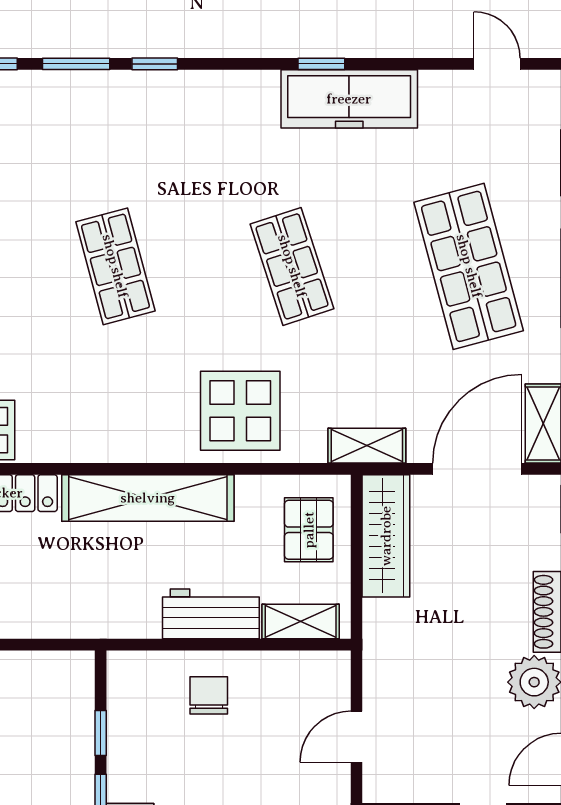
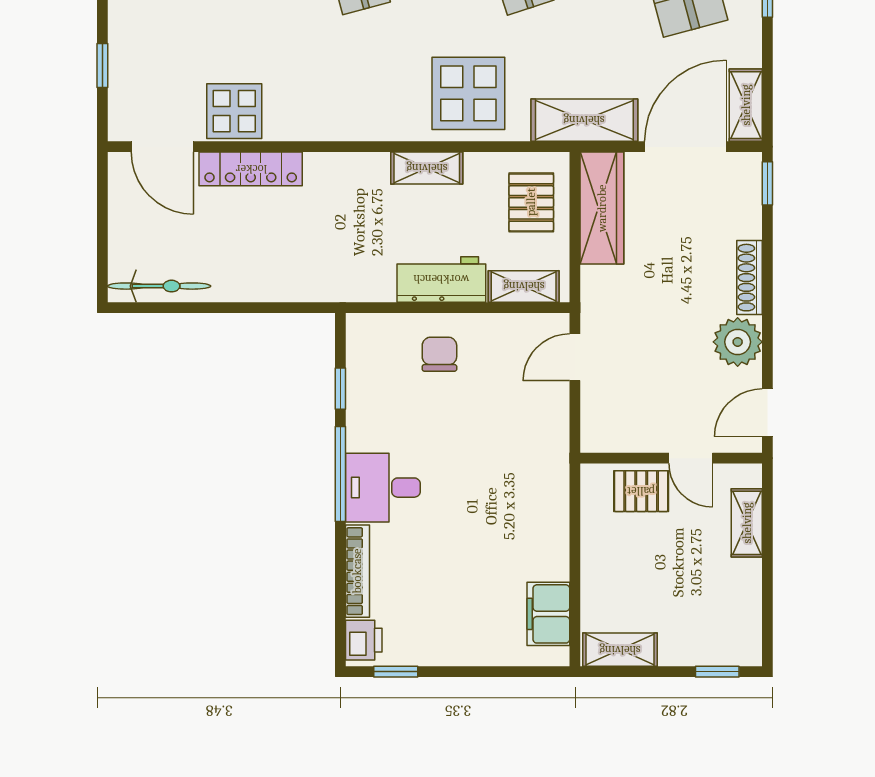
shelving: (367, 446) -> (584, 120), width x1.50, depth x1.33
shelving: (148, 498) -> (427, 168), width x0.45, depth x0.75
door: (357, 737) -> (575, 357), moved

